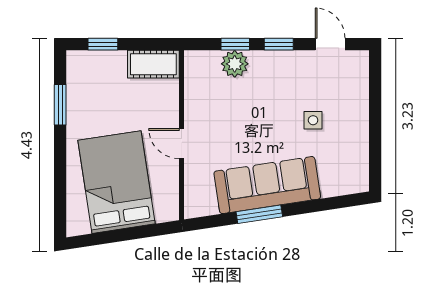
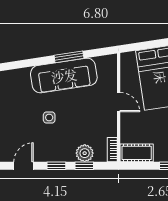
door: (330, 44) -> (24, 166), swing flipped
bookcase: (192, 69) -> (112, 150), added
side table: (313, 120) -> (49, 118), moved

